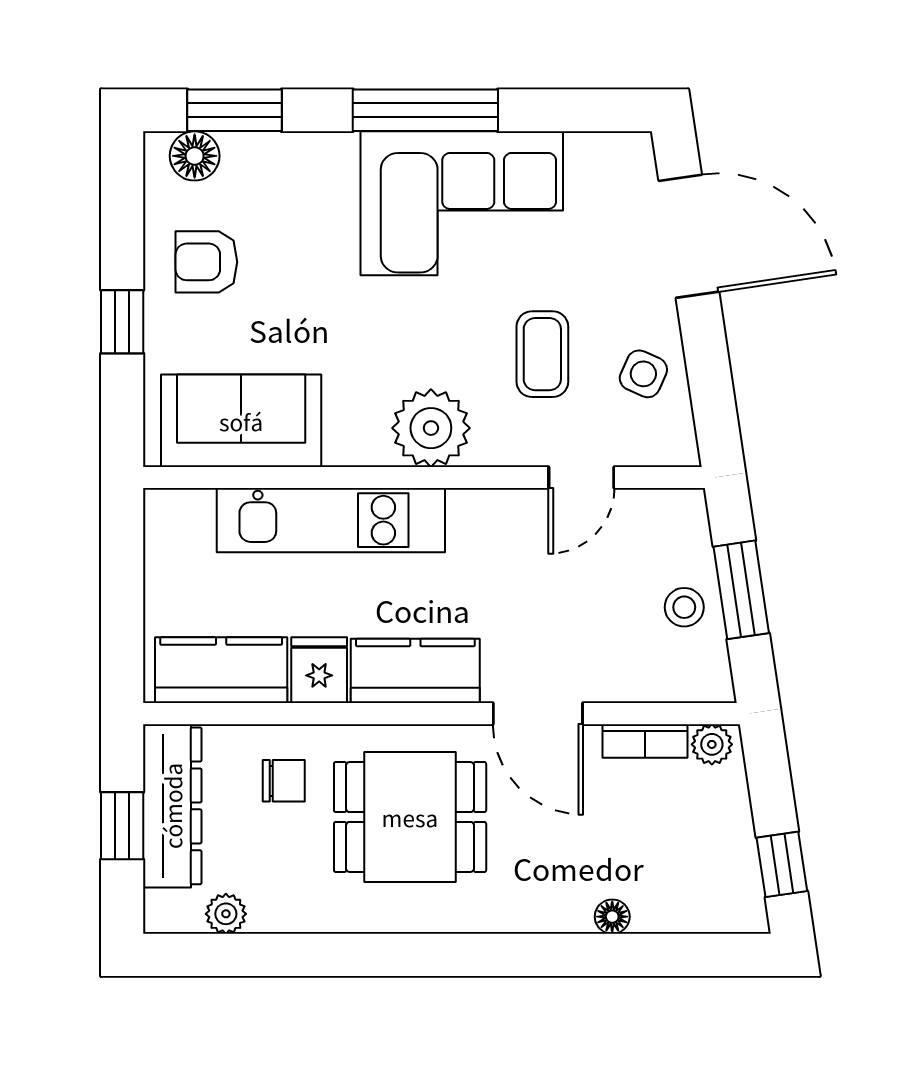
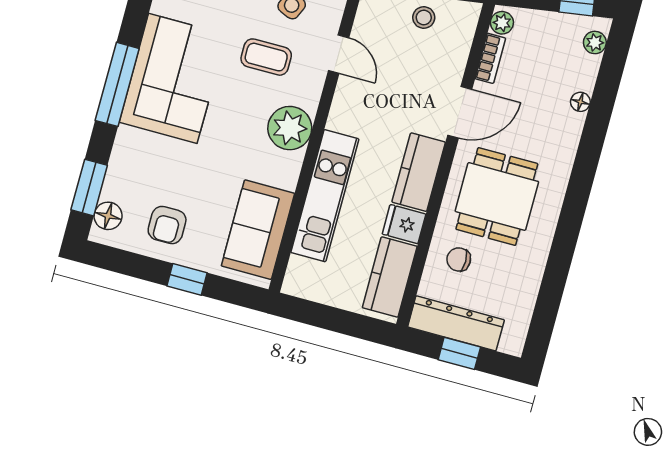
chair: (284, 781) -> (459, 259), turned -90
plant: (226, 914) -> (595, 43), moved

